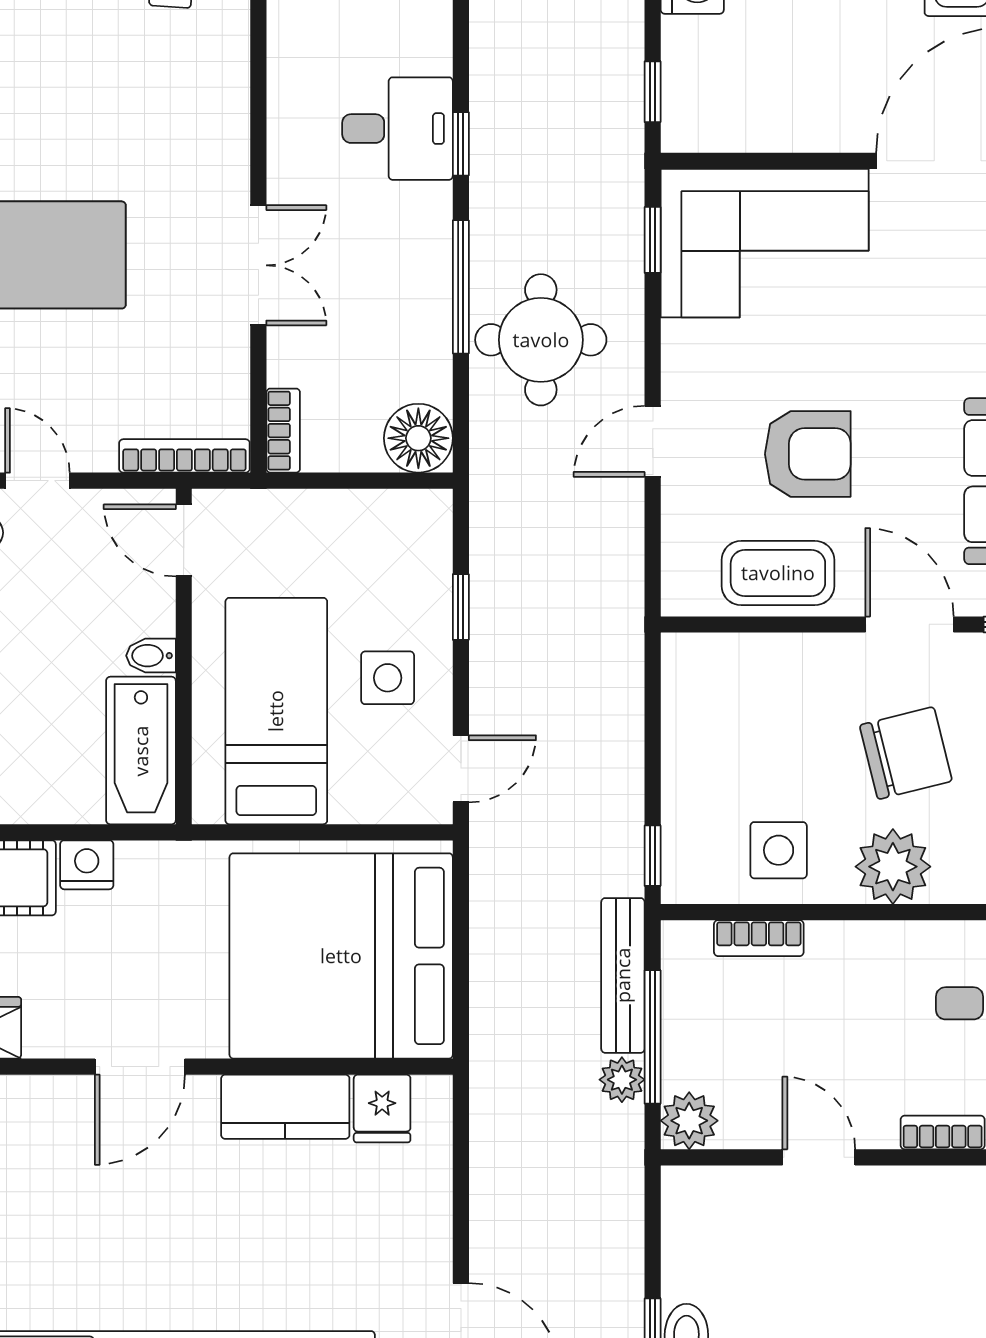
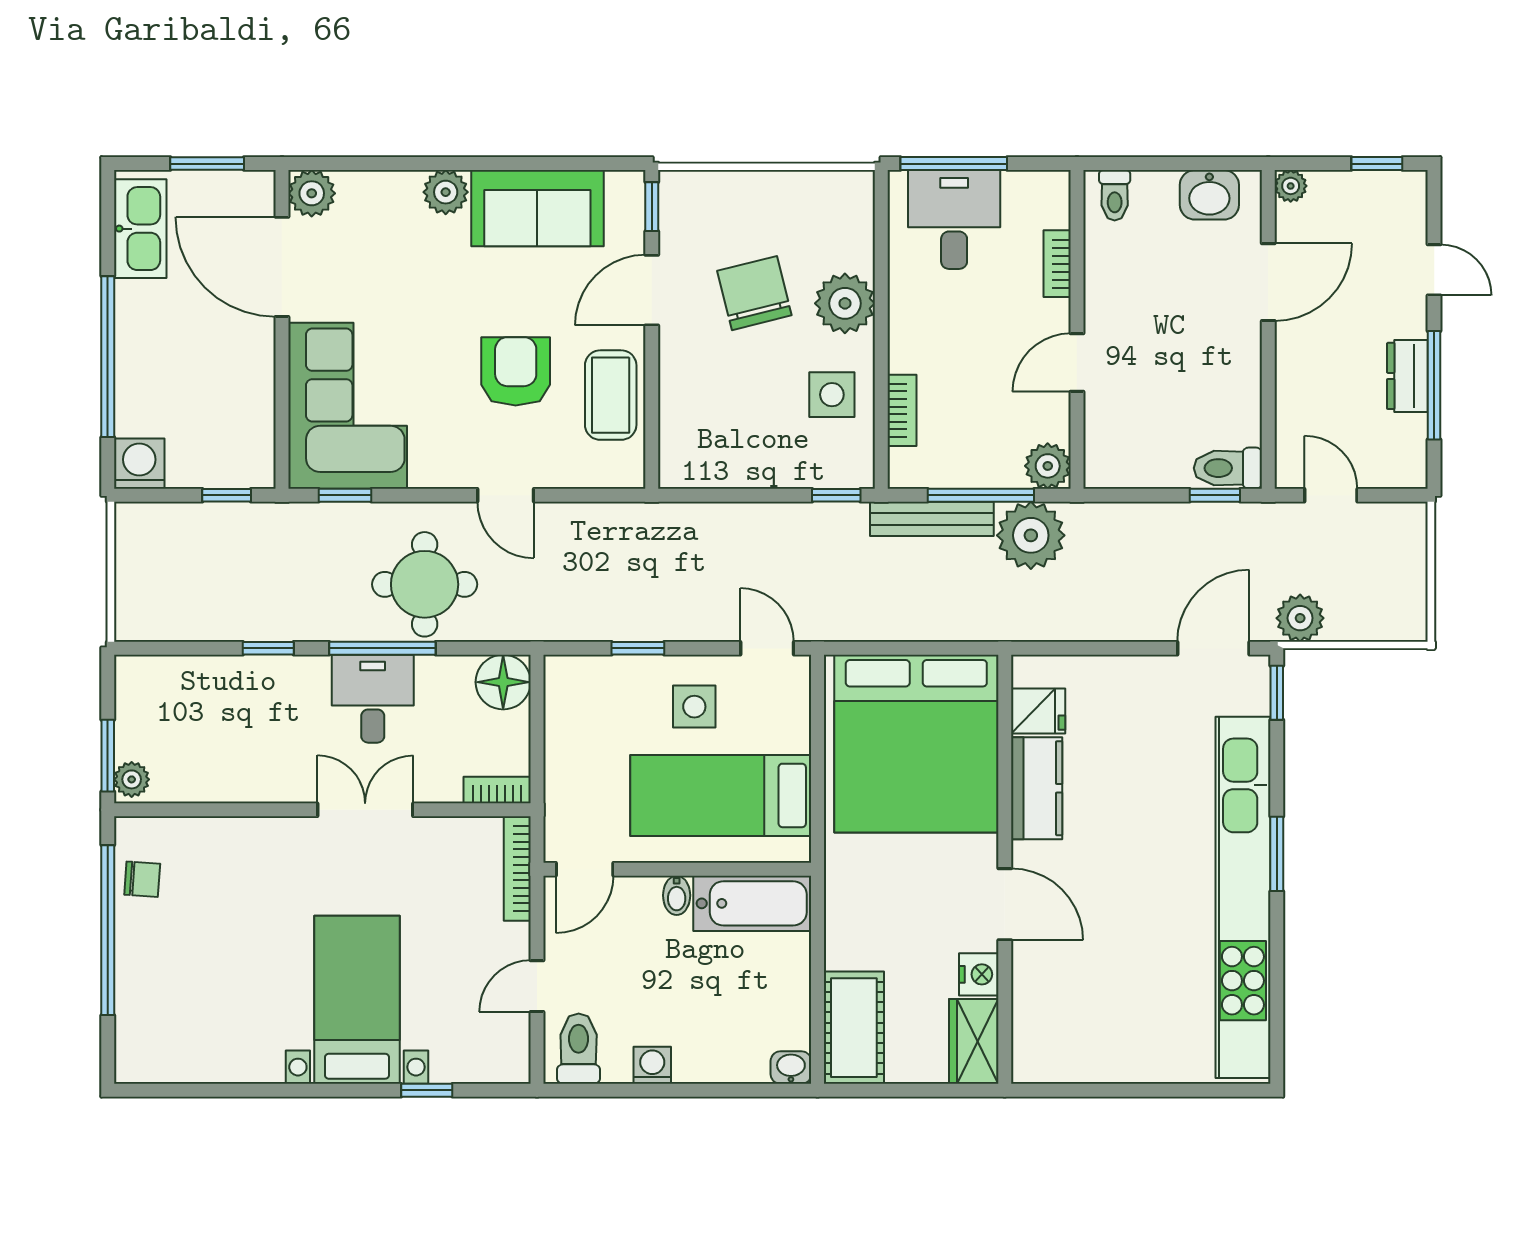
desk: (398, 129) -> (373, 699), moved
nightstand: (87, 865) -> (979, 974), moved, turned 180
plant: (622, 1080) -> (1031, 535), width x1.88, depth x1.88

